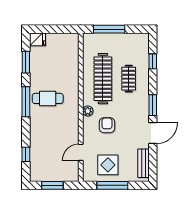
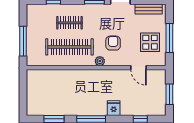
fridge: (38, 39) -> (114, 108), moved
cafe table: (48, 98) -> (88, 99), removed
armchair: (107, 125) -> (113, 43), turned 90

